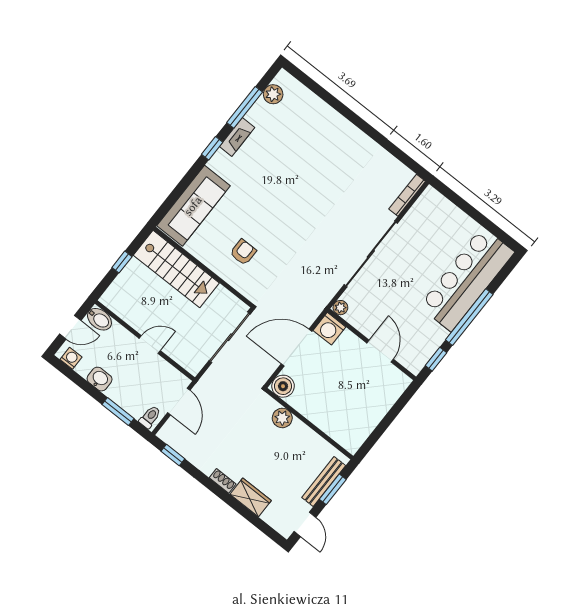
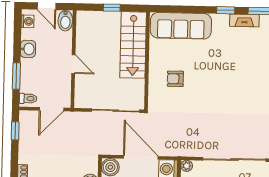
armchair: (243, 252) -> (175, 79), turned 180

